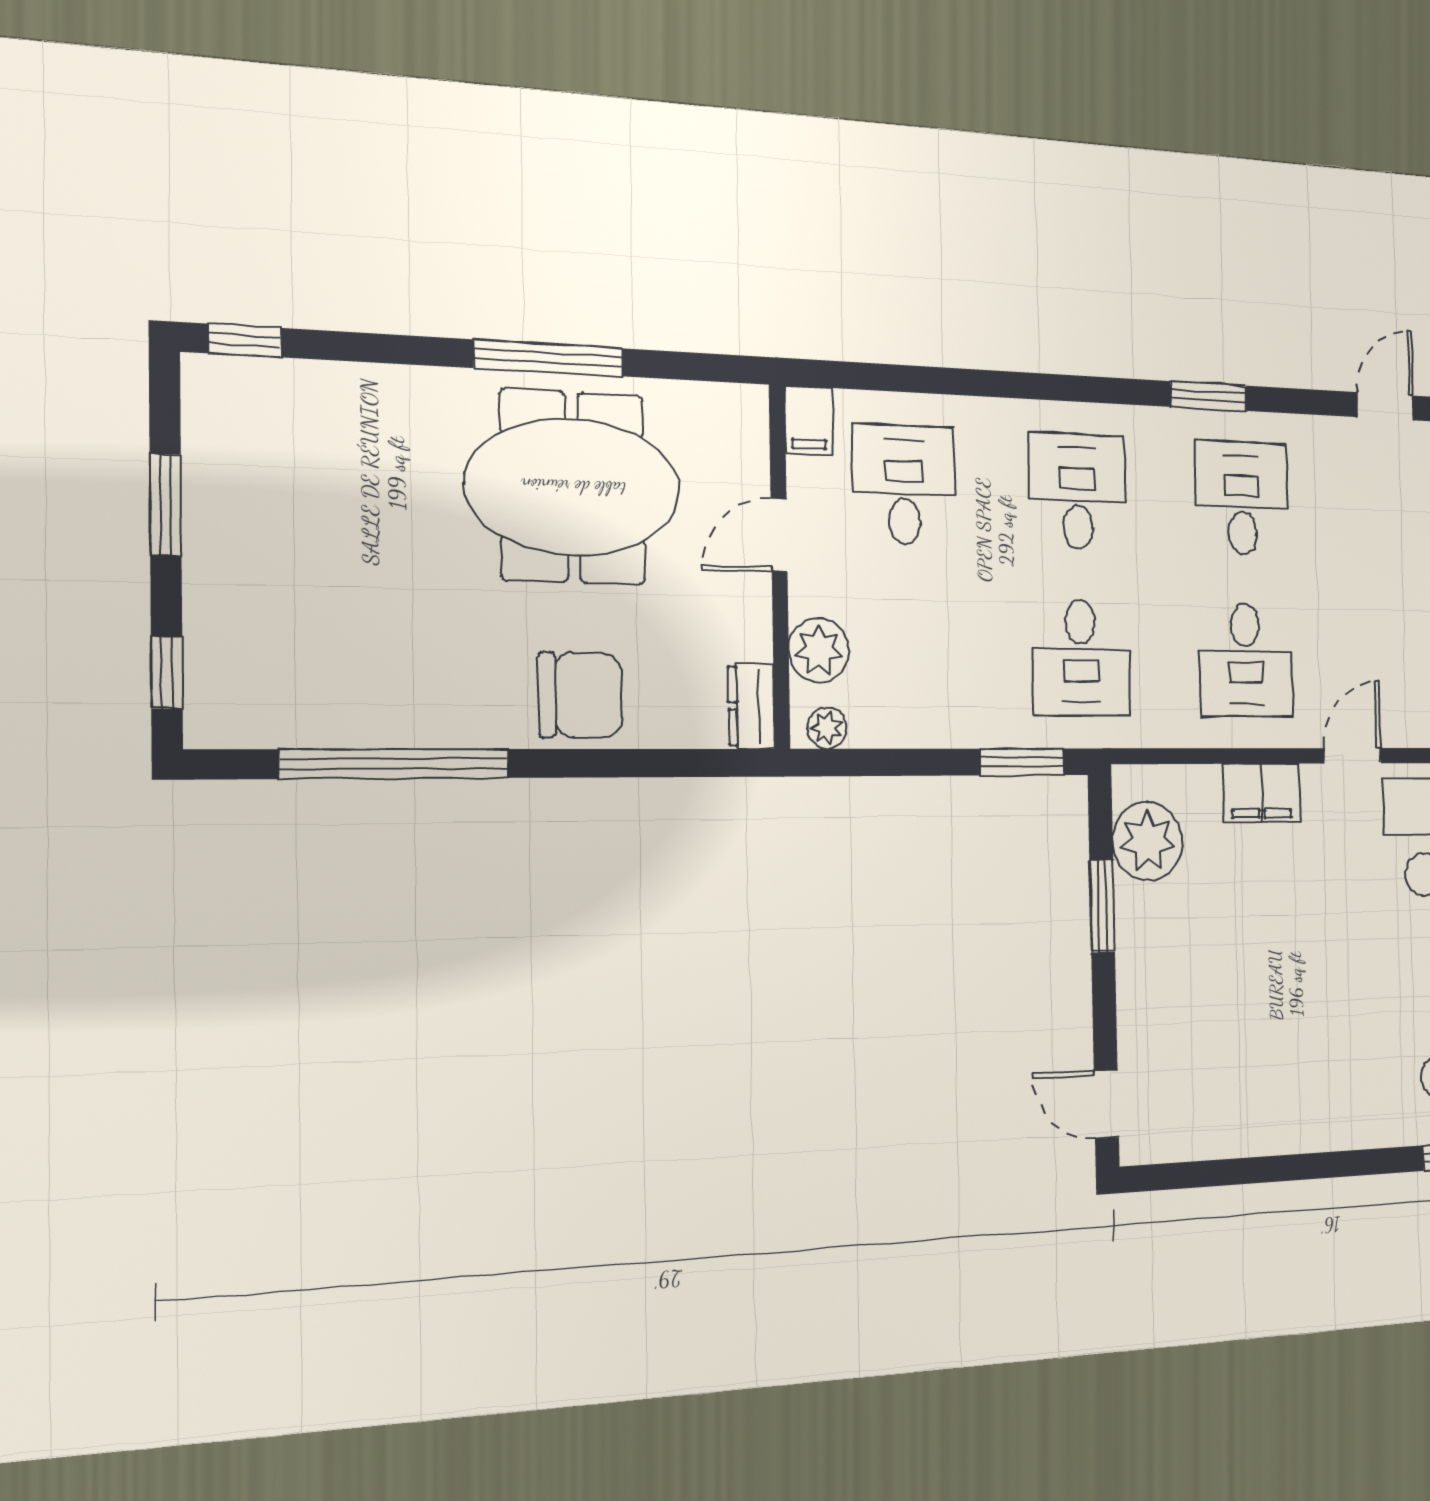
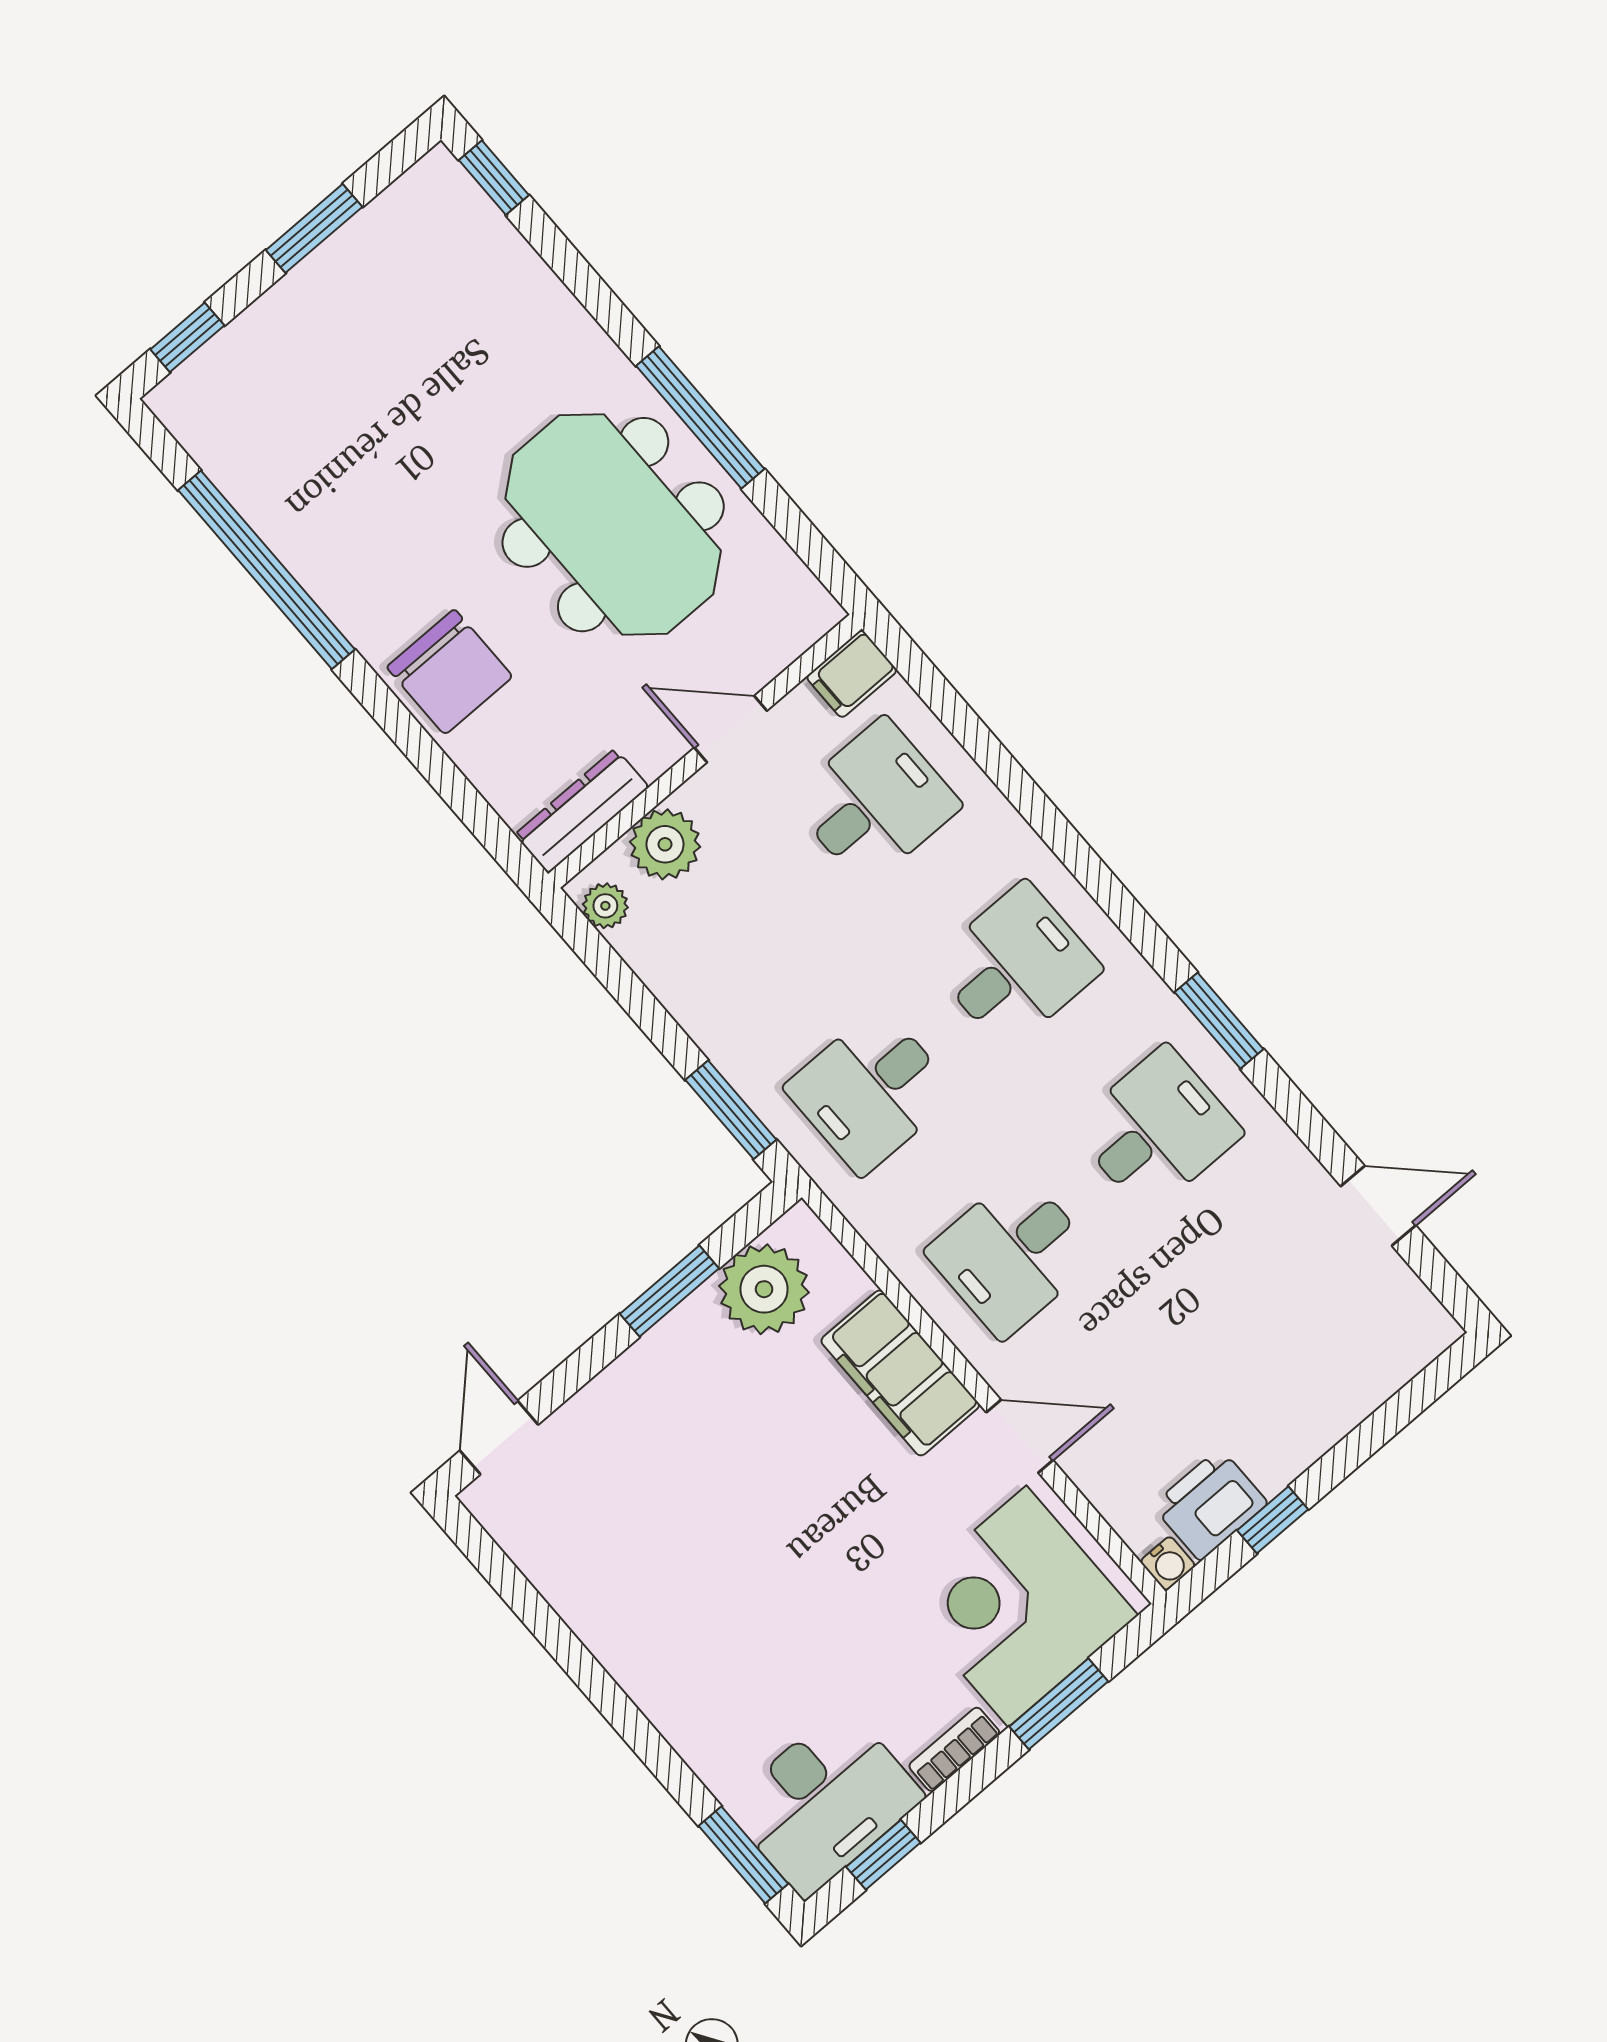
dresser: (751, 706) -> (582, 811), width x1.44
filing cabinet: (1261, 793) -> (900, 1373), width x1.50, depth x1.17

